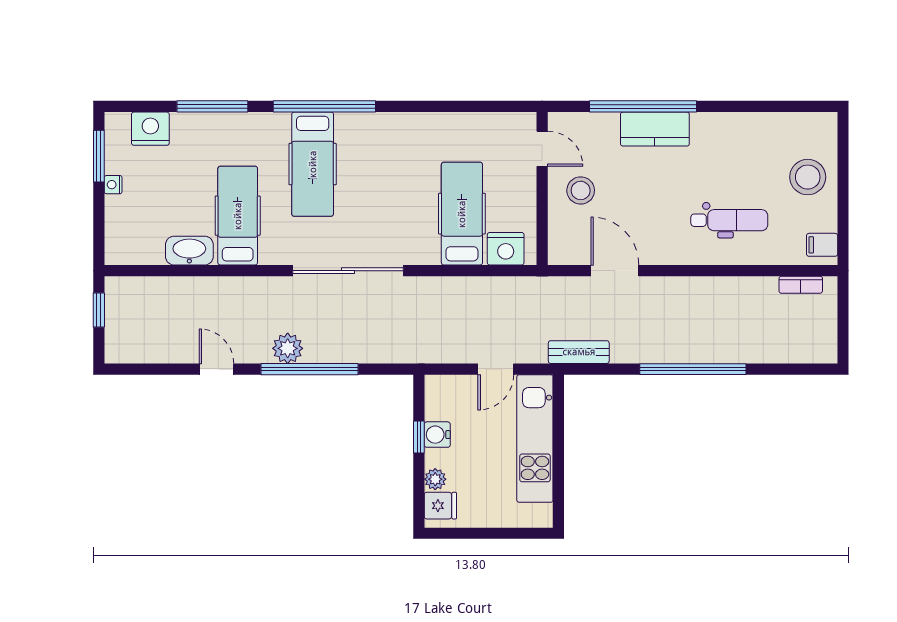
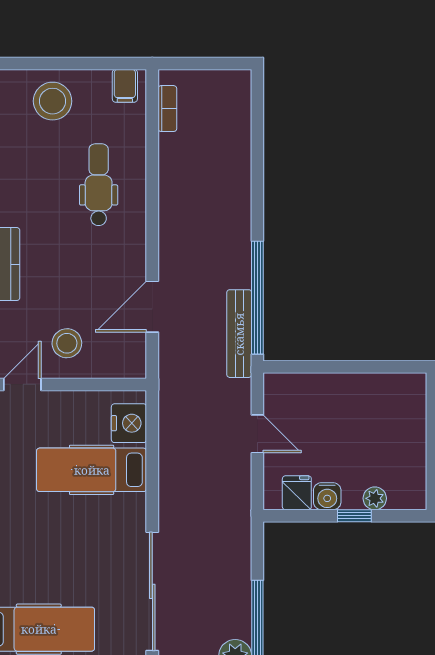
bench: (579, 352) -> (239, 334), width x1.36
window: (693, 369) -> (257, 298), moved
window: (419, 437) -> (354, 516), moved
kitchen unit: (535, 439) -> (331, 392), removed
fridge: (440, 506) -> (297, 493), moved

